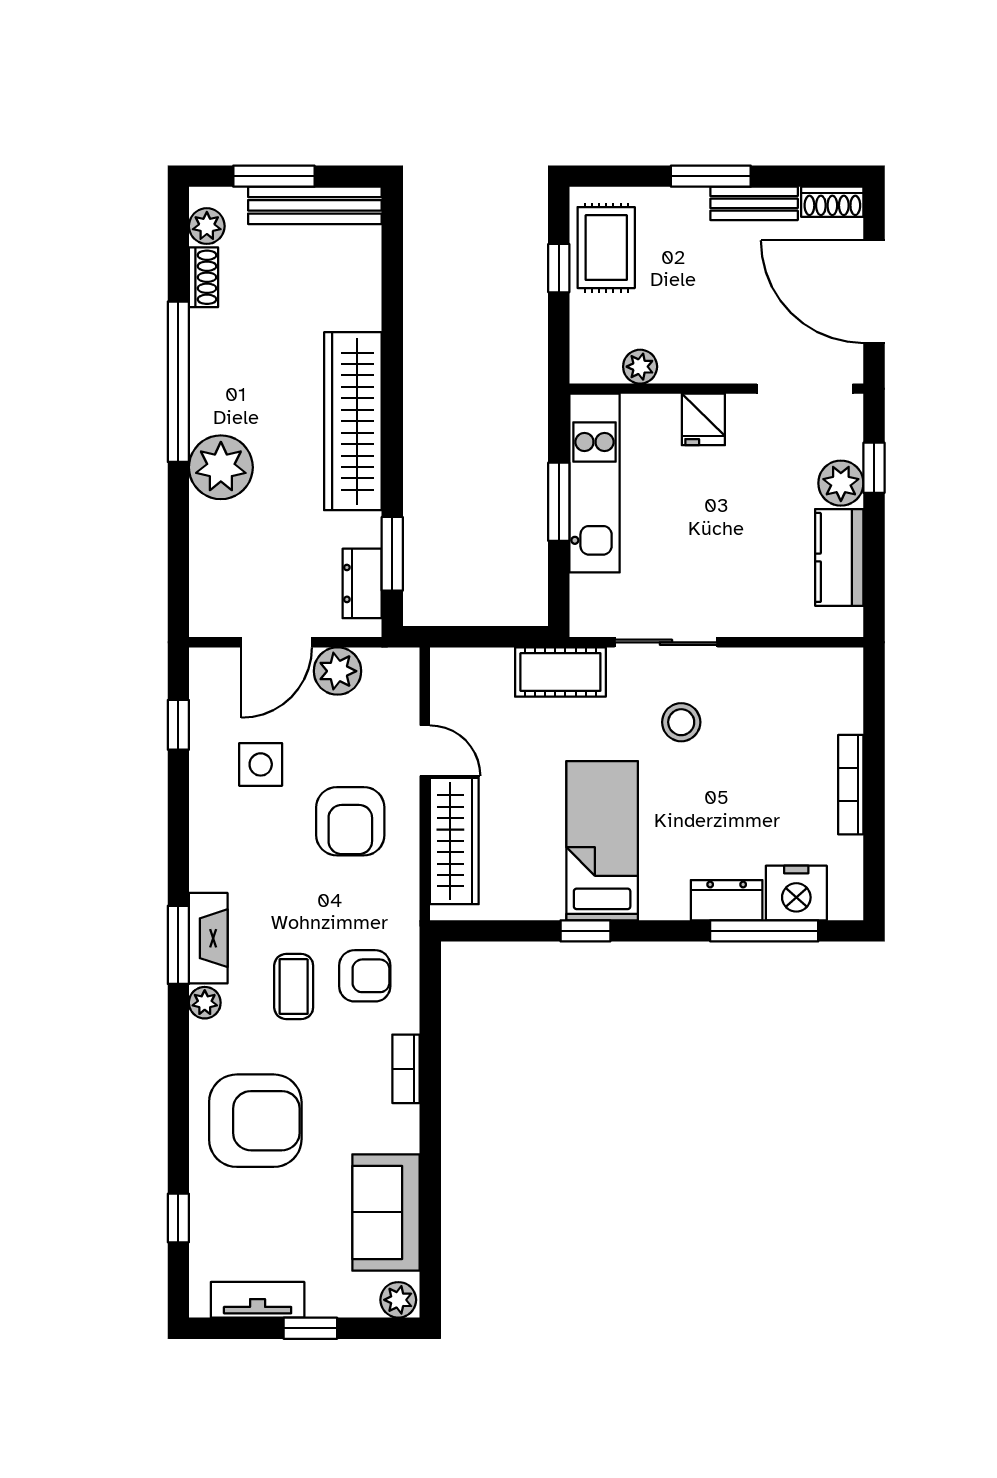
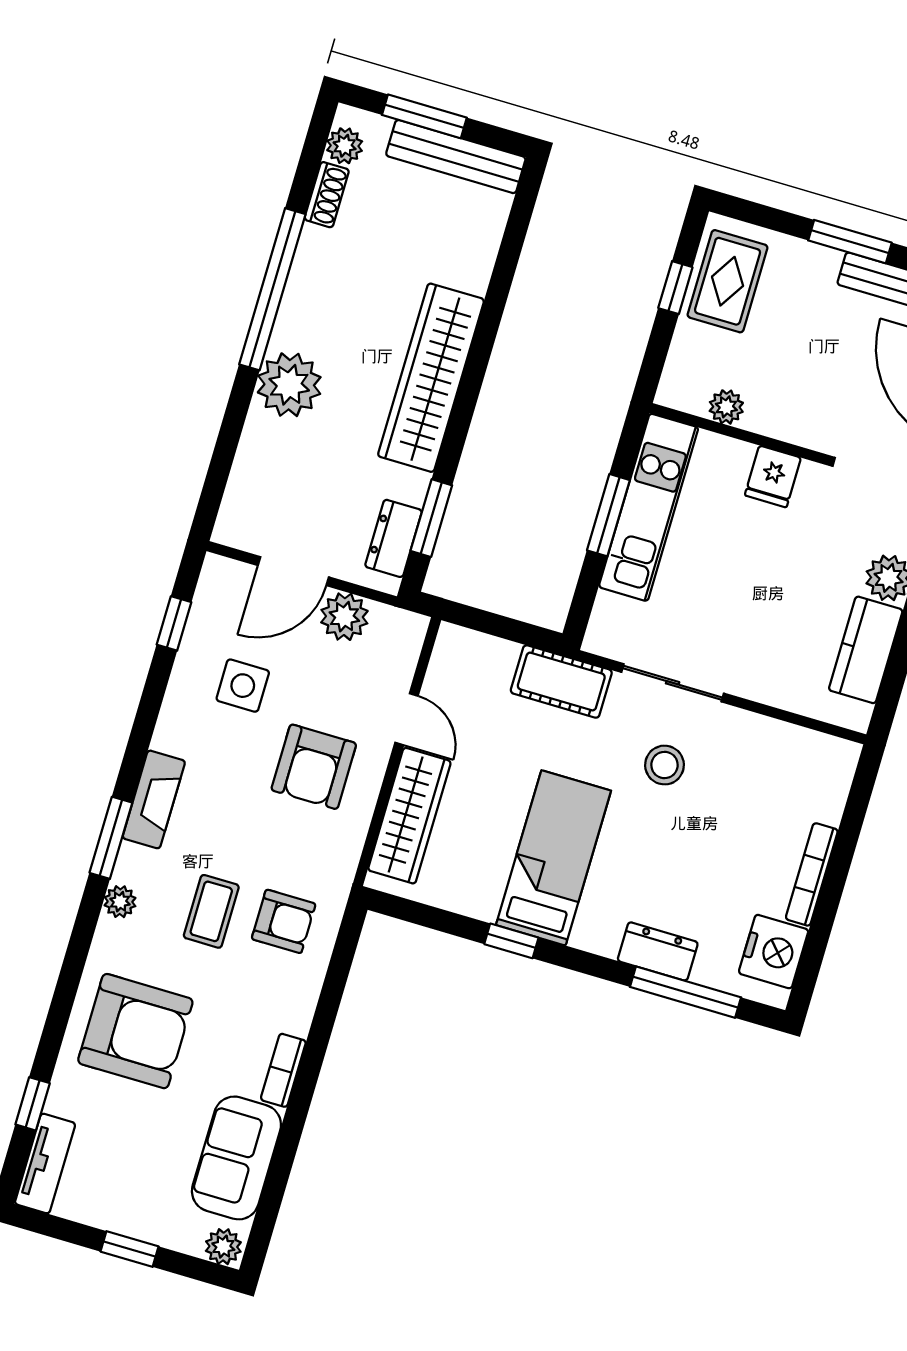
nightstand: (796, 893) -> (774, 952), moved, turned -90
fireplace: (208, 938) -> (154, 799), moved
bookcase: (406, 1069) -> (283, 1070), moved
tv unit: (258, 1300) -> (45, 1164), moved, turned 90

